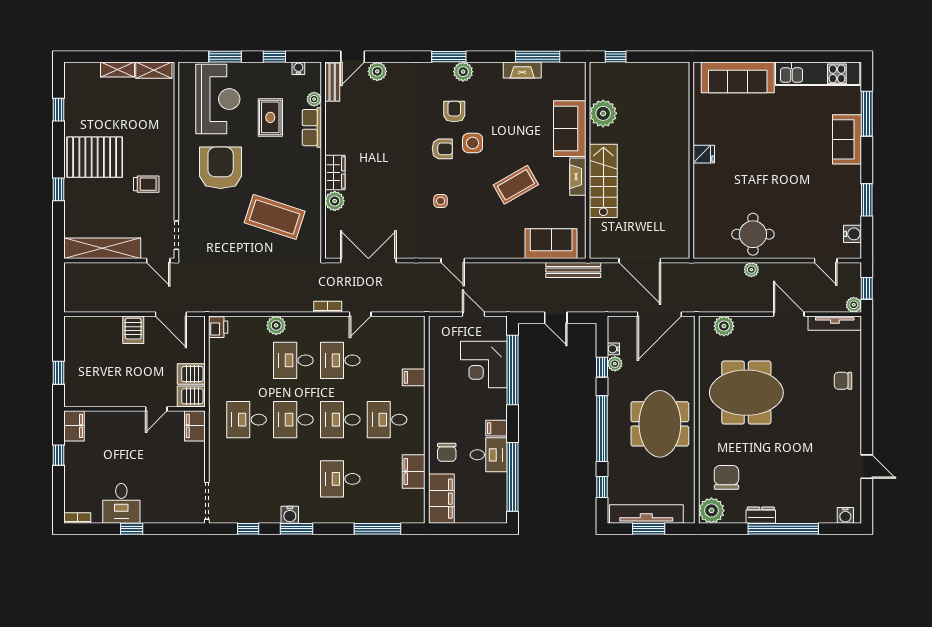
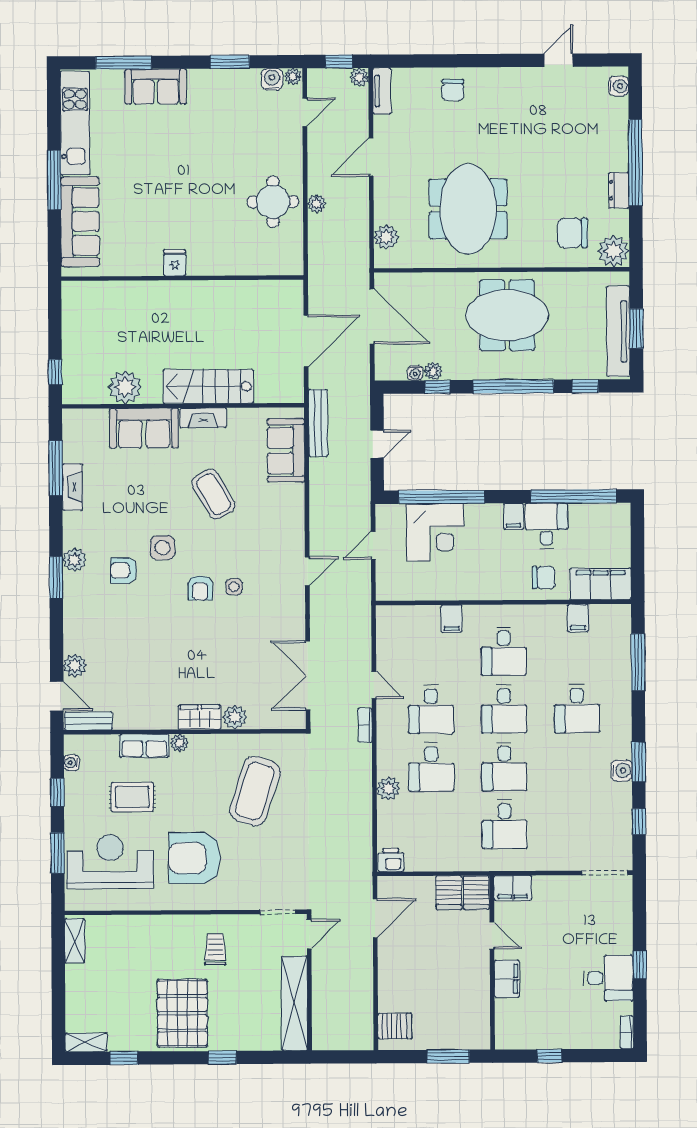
window: (772, 57) -> (54, 180), added
shelving: (118, 70) -> (86, 1042), moved, turned 90
plant: (314, 99) -> (179, 743), moved
armchair: (442, 149) -> (200, 588), moved, turned 180
plant: (855, 251) -> (293, 76), added
tv unit: (835, 323) -> (382, 91), width x0.71
server rack: (133, 330) -> (395, 1026), moved
window: (58, 373) -> (448, 1056), width x1.50
filing cabinet: (74, 426) -> (507, 979), moved, turned 90
filing cabinet: (414, 472) -> (578, 618), width x0.50

